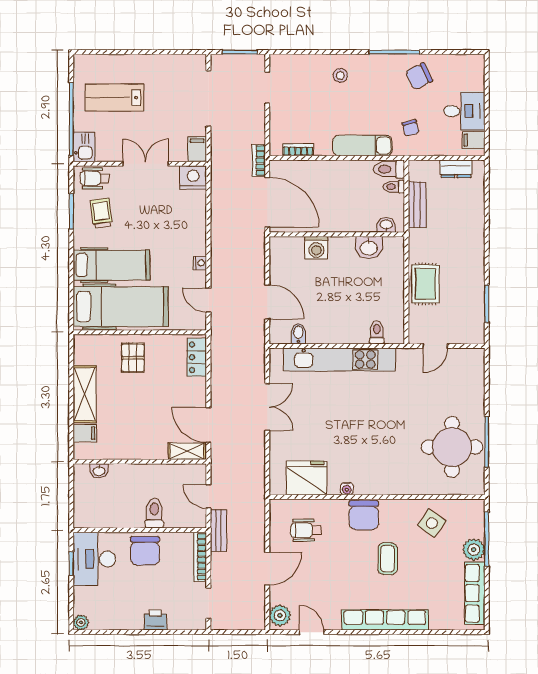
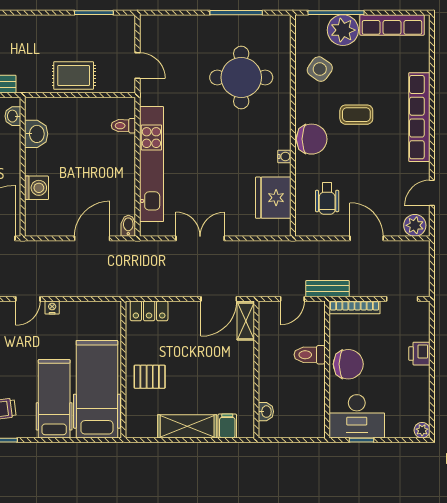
door: (208, 300) -> (28, 299), moved
bidet: (298, 334) -> (128, 226), moved, turned 90
round table: (452, 447) -> (241, 77), moved
plant: (474, 550) -> (343, 30), width x1.36, depth x1.36

